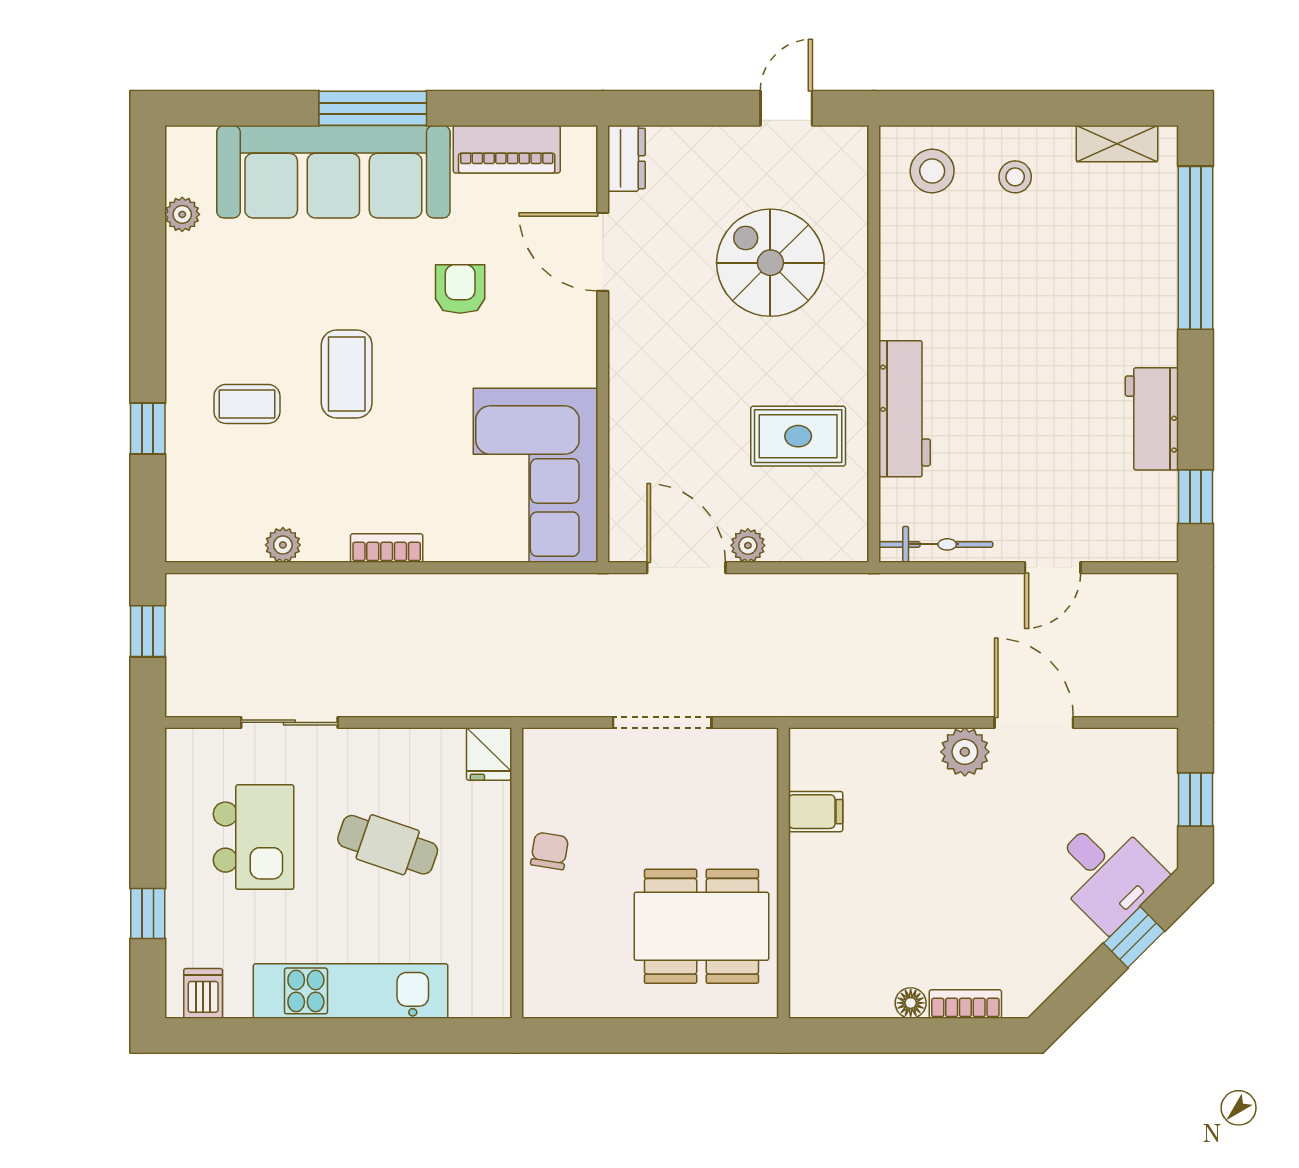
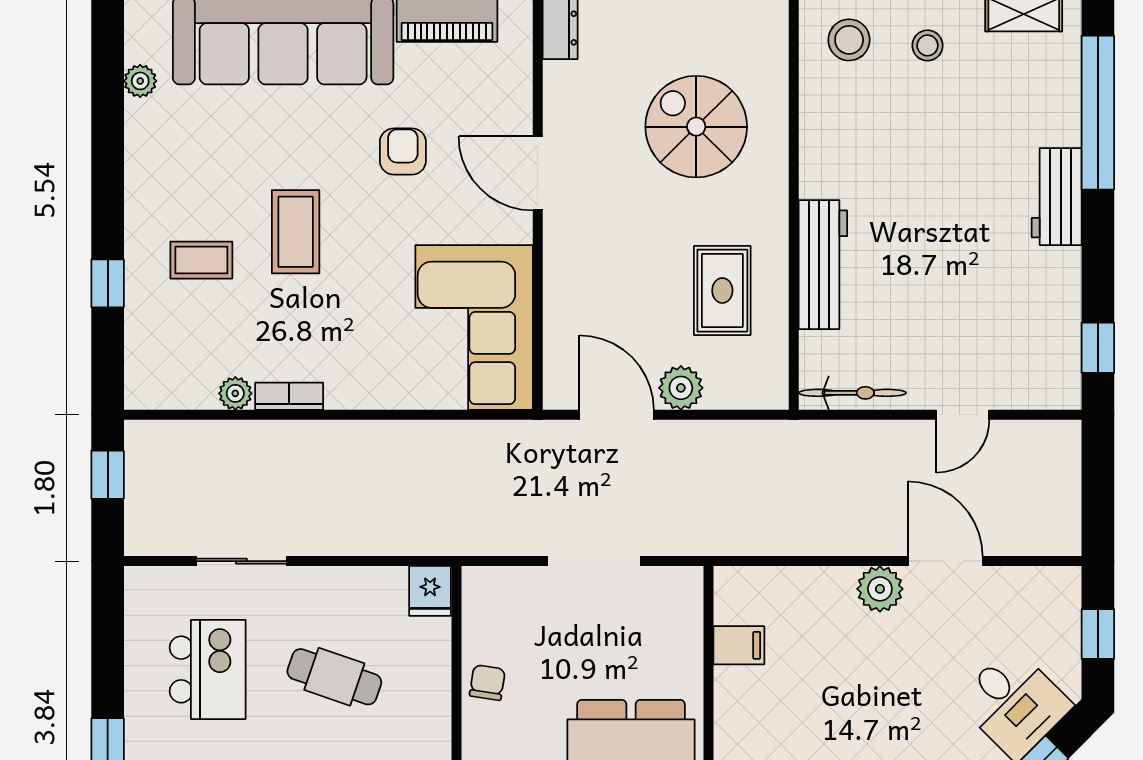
door: (603, 252) -> (538, 173), moved
workbench: (1152, 419) -> (1057, 197), moved
rug: (798, 436) -> (722, 291), turned 90
plant: (748, 545) -> (681, 388), width x1.38, depth x1.38
bookcase: (387, 548) -> (289, 396), moved

